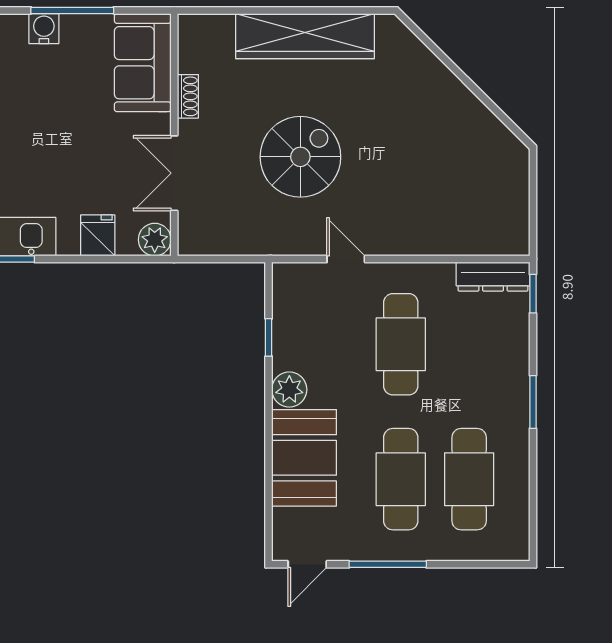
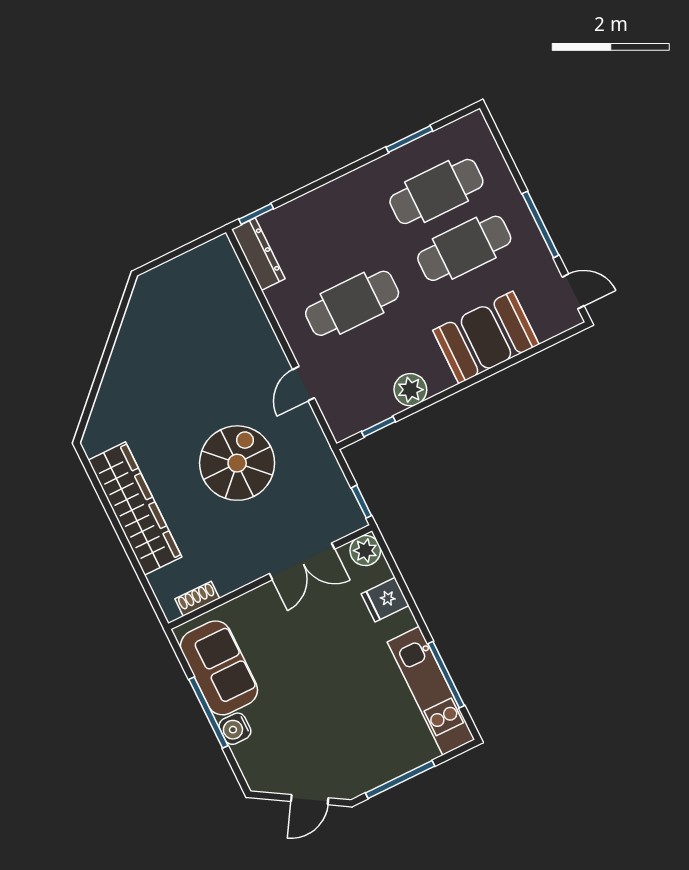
sofa: (143, 63) -> (219, 668), moved, turned -90
shoe rack: (188, 96) -> (197, 599), moved
spiral stairs: (300, 157) -> (237, 463), turned 90
window: (204, 259) -> (361, 502), added
window: (269, 337) -> (379, 427), moved
plant: (289, 390) -> (410, 390), moved
window: (533, 402) -> (409, 139), moved

